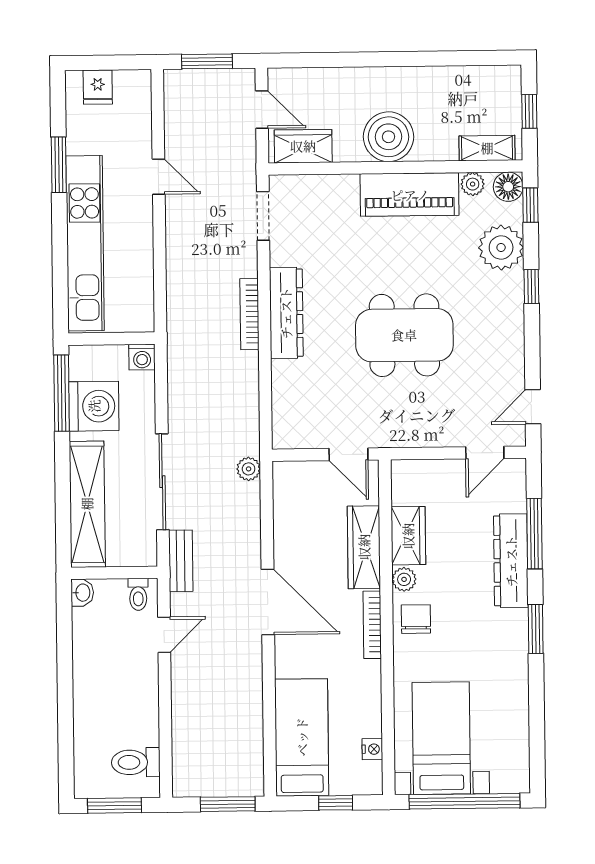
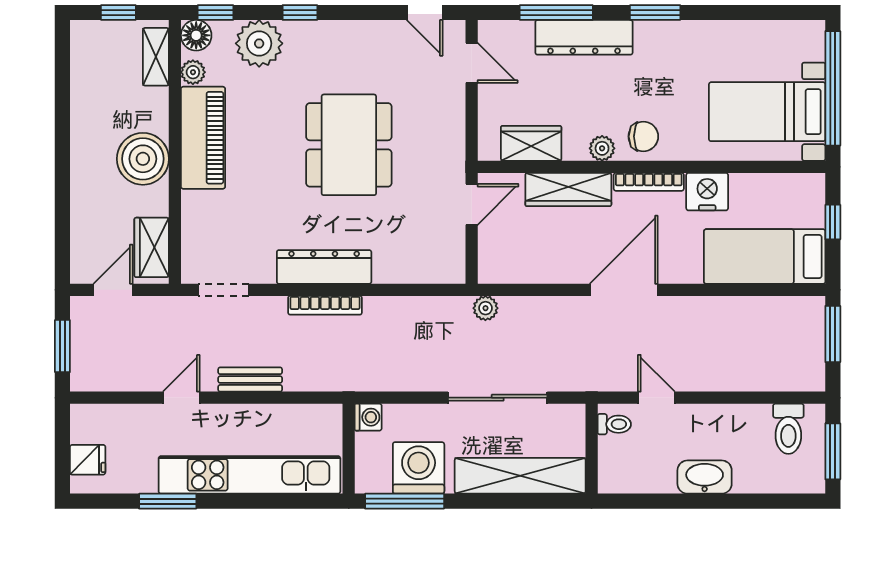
wardrobe: (408, 536) -> (531, 143), moved
bench: (181, 561) -> (250, 380), moved
washbasin: (82, 593) -> (705, 477), moved, width x1.91, depth x1.45
chair: (416, 619) -> (643, 136), turned 180
nightstand: (372, 749) -> (707, 192), moved, width x1.89, depth x1.79

